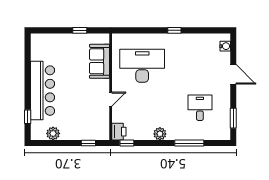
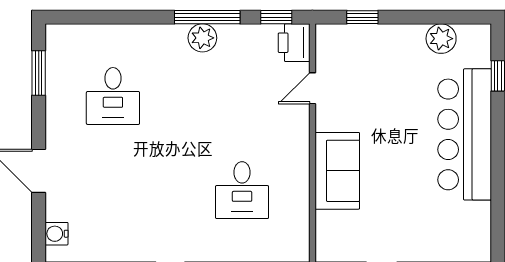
sofa: (100, 61) -> (337, 171), moved
desk: (142, 66) -> (242, 190), width x0.53, depth x0.77
door: (111, 99) -> (312, 88), moved
window: (189, 143) -> (207, 17), moved

